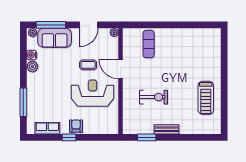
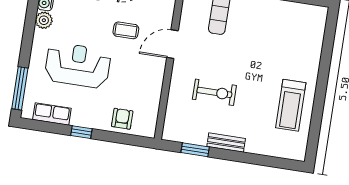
door: (121, 69) -> (172, 44), hinge flipped
reception desk: (92, 93) -> (78, 65), moved
window: (23, 102) -> (20, 88), moved
armchair: (76, 126) -> (122, 119), moved

